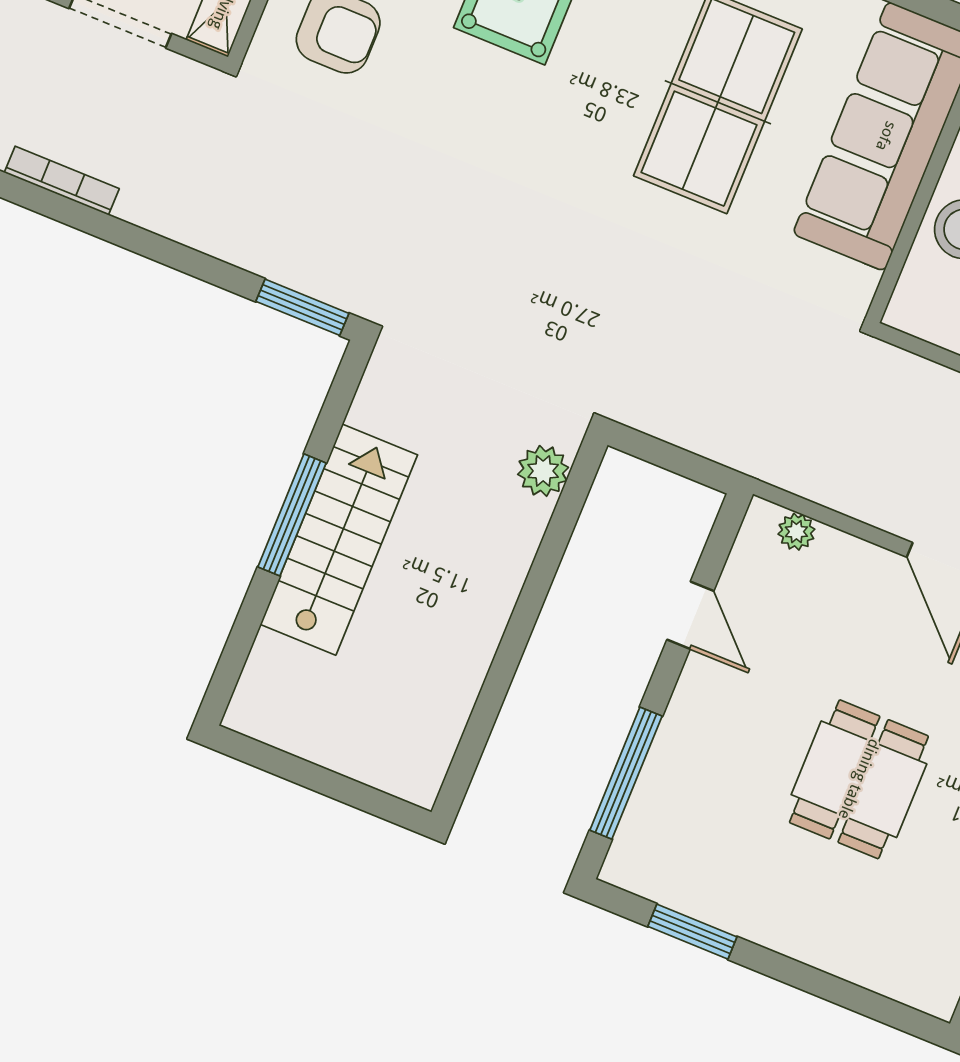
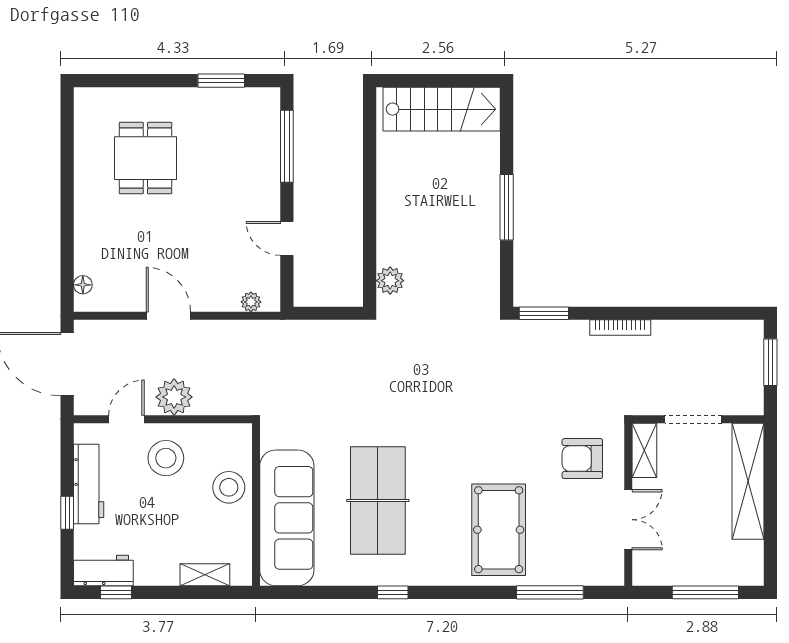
bookcase: (62, 181) -> (620, 327), moved
stairs: (339, 540) -> (442, 109), moved, turned -90
dining table: (859, 779) -> (145, 158), moved

